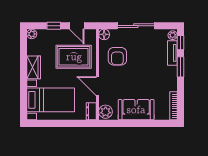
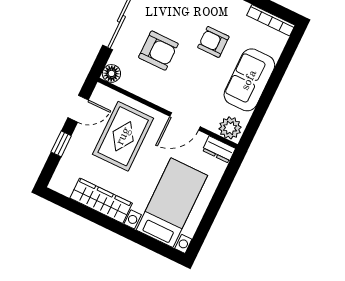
plant: (32, 34) -> (58, 183), removed
armchair: (117, 56) -> (158, 51), moved
wardrobe: (34, 67) -> (101, 201), width x1.50
armchair: (147, 81) -> (213, 42), added

